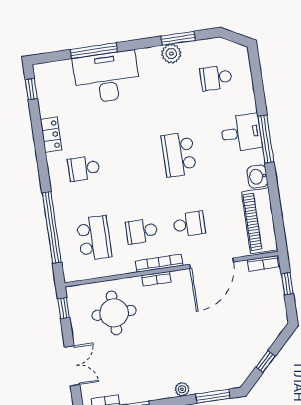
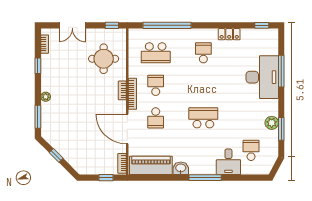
desk: (241, 133) -> (228, 162), moved

